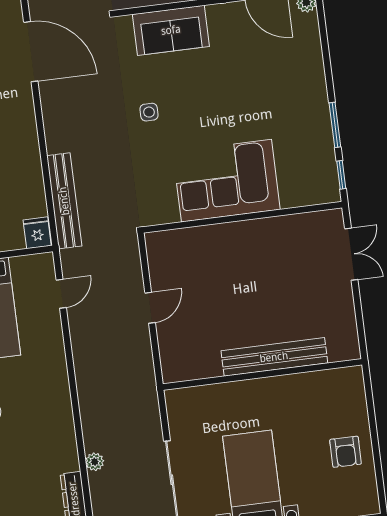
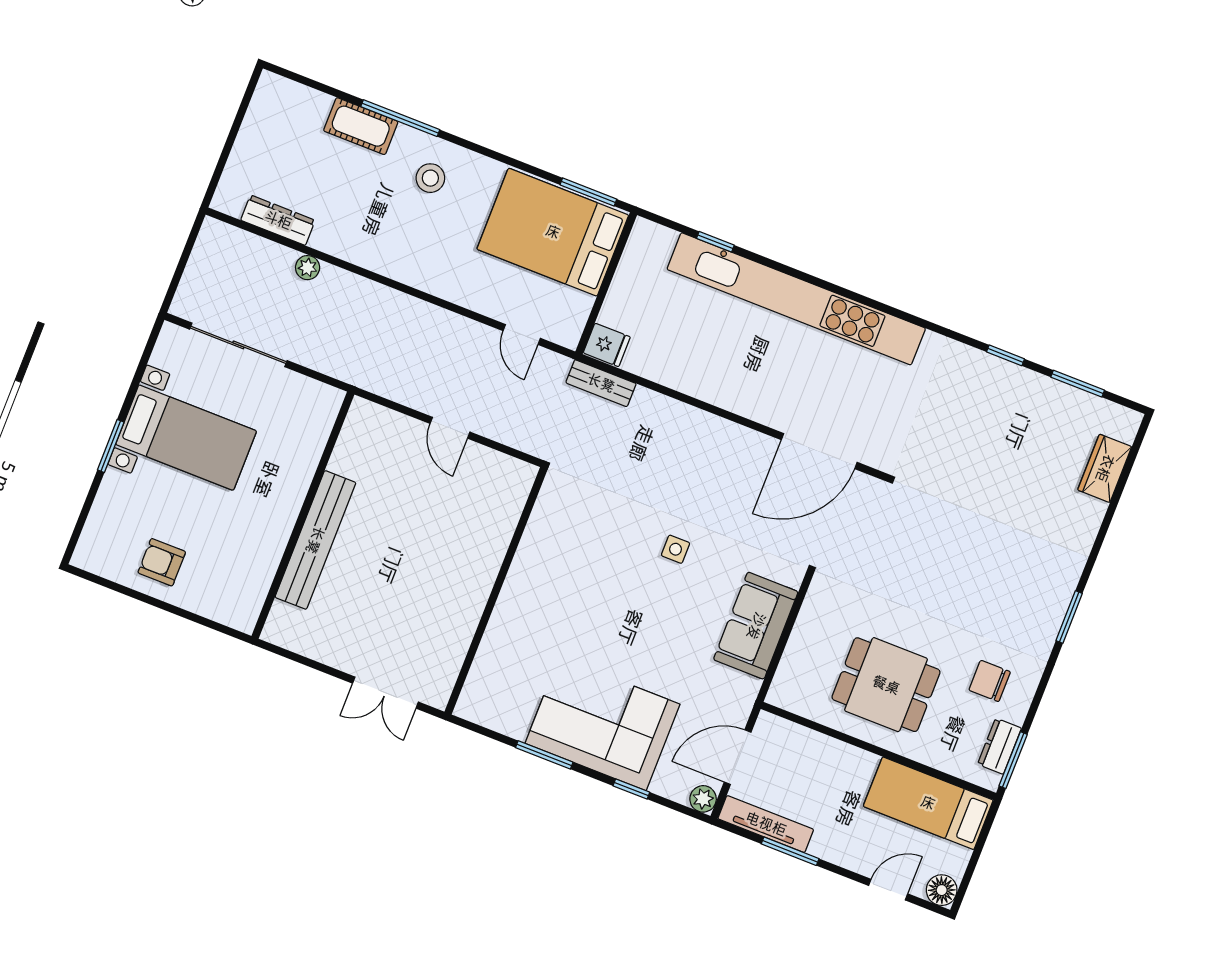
window: (341, 175) -> (631, 789), moved
corner sofa: (226, 181) -> (603, 724), moved, turned -90
bench: (64, 201) -> (601, 383), width x0.54, depth x0.82

